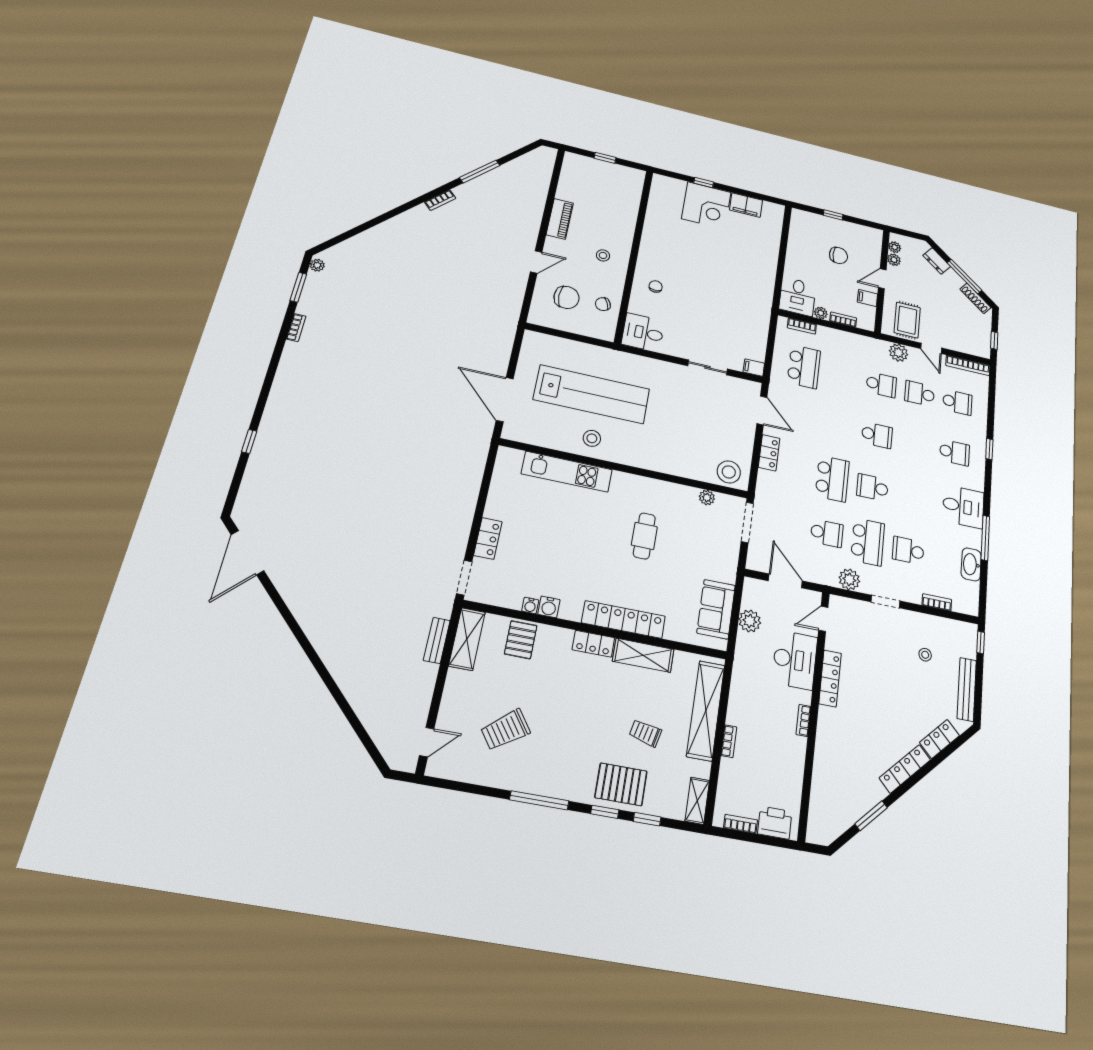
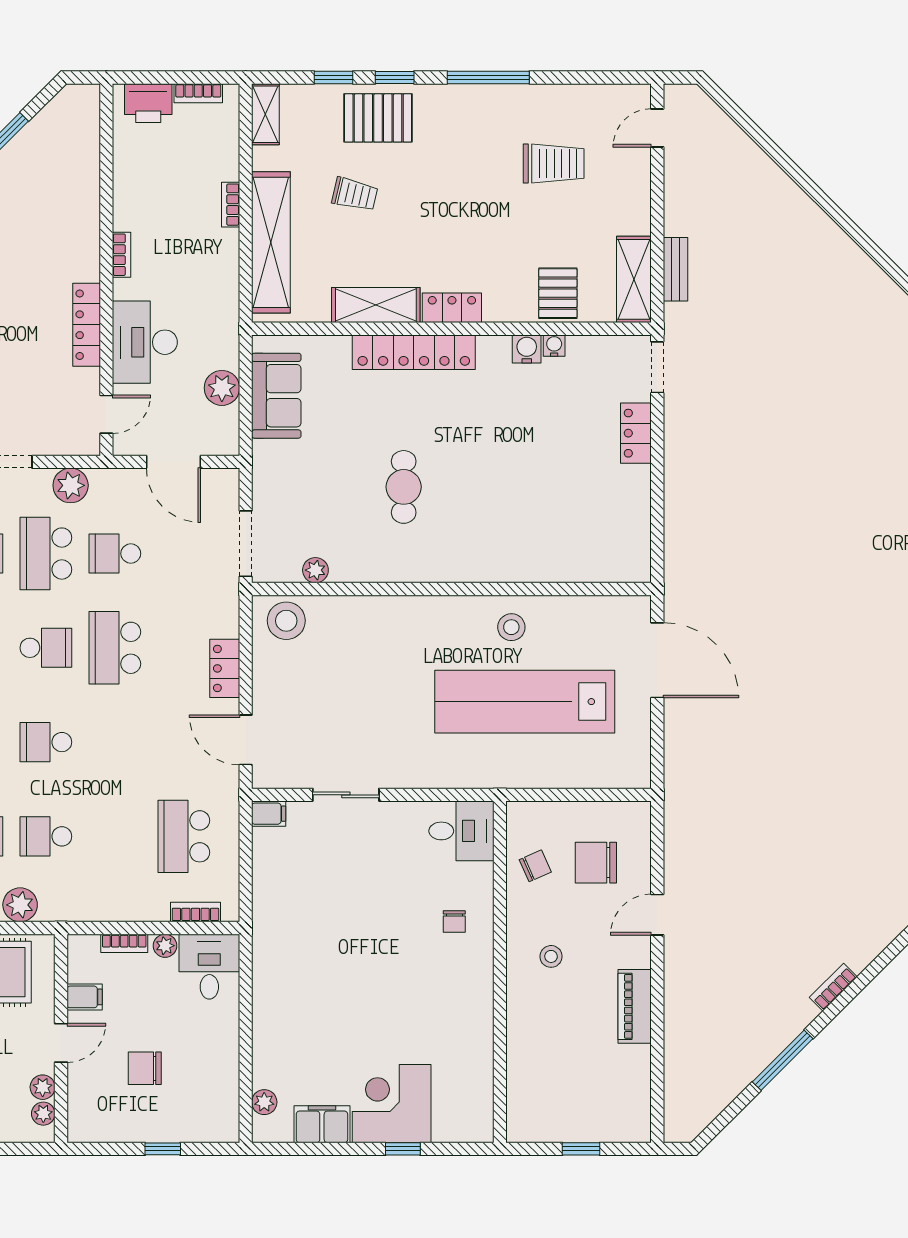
plant: (776, 223) -> (264, 1102), added
kitchen unit: (567, 472) -> (540, 564), removed
trolley: (505, 730) -> (554, 163), turned 36

